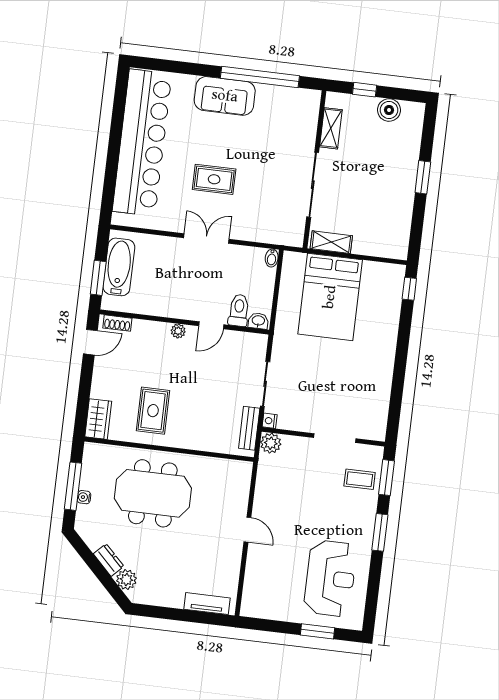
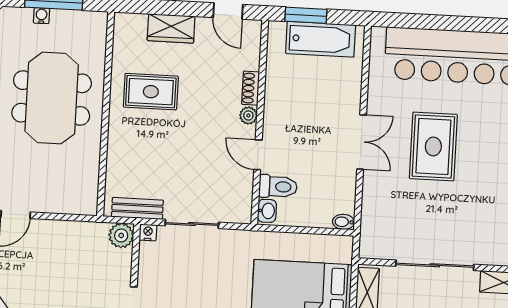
rug: (214, 179) -> (433, 146), width x1.36, depth x1.43
shoe rack: (117, 323) -> (251, 88), moved
wardrobe: (98, 419) -> (171, 28), moved

